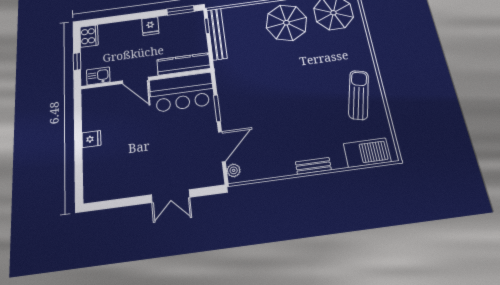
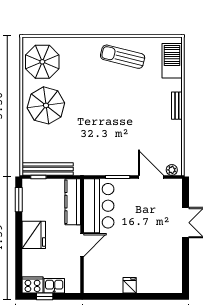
fridge: (150, 26) -> (34, 235), width x1.88, depth x1.34
window: (77, 62) -> (45, 296), moved
kitchen sink: (98, 76) -> (54, 286), moved, turned 90

